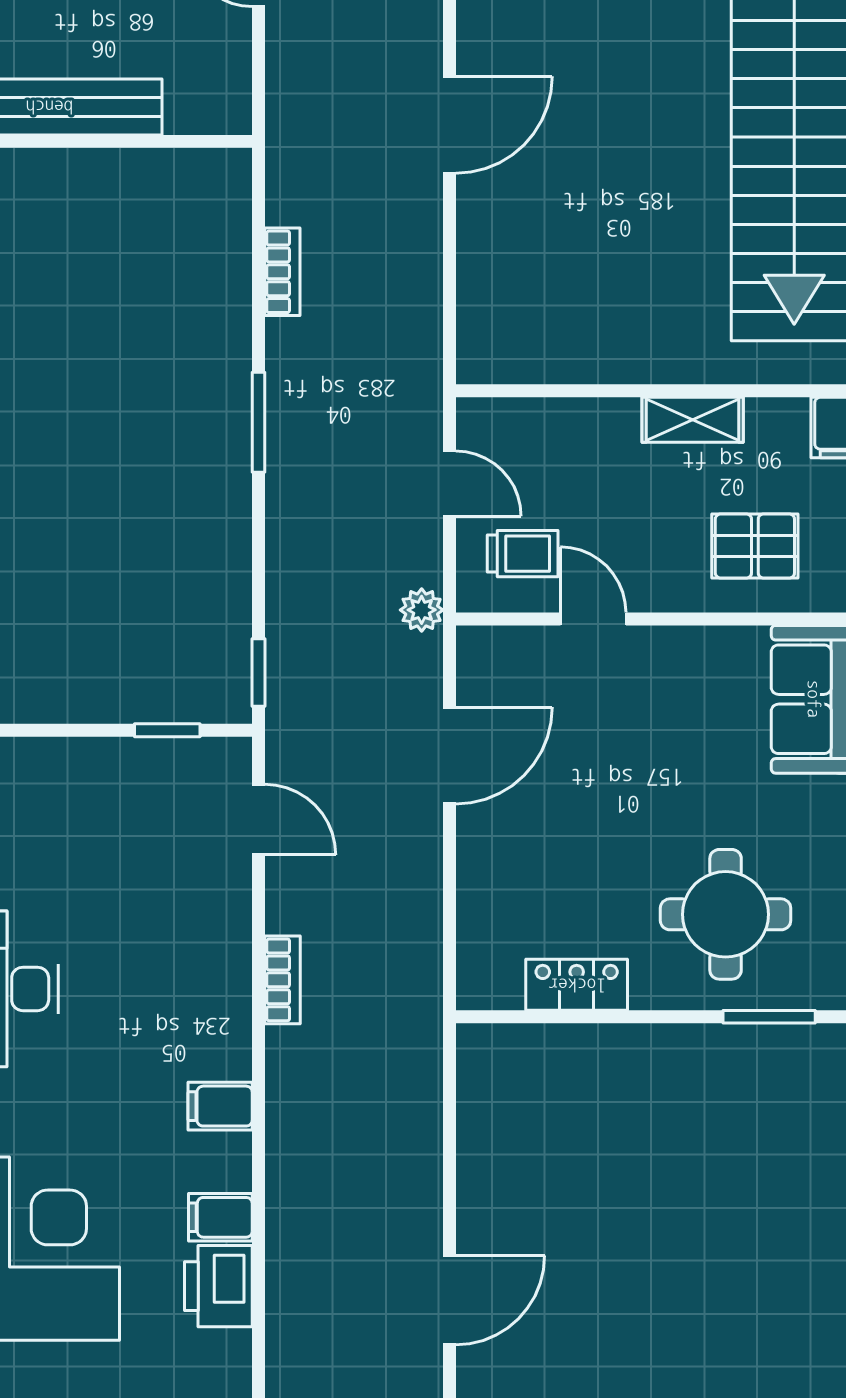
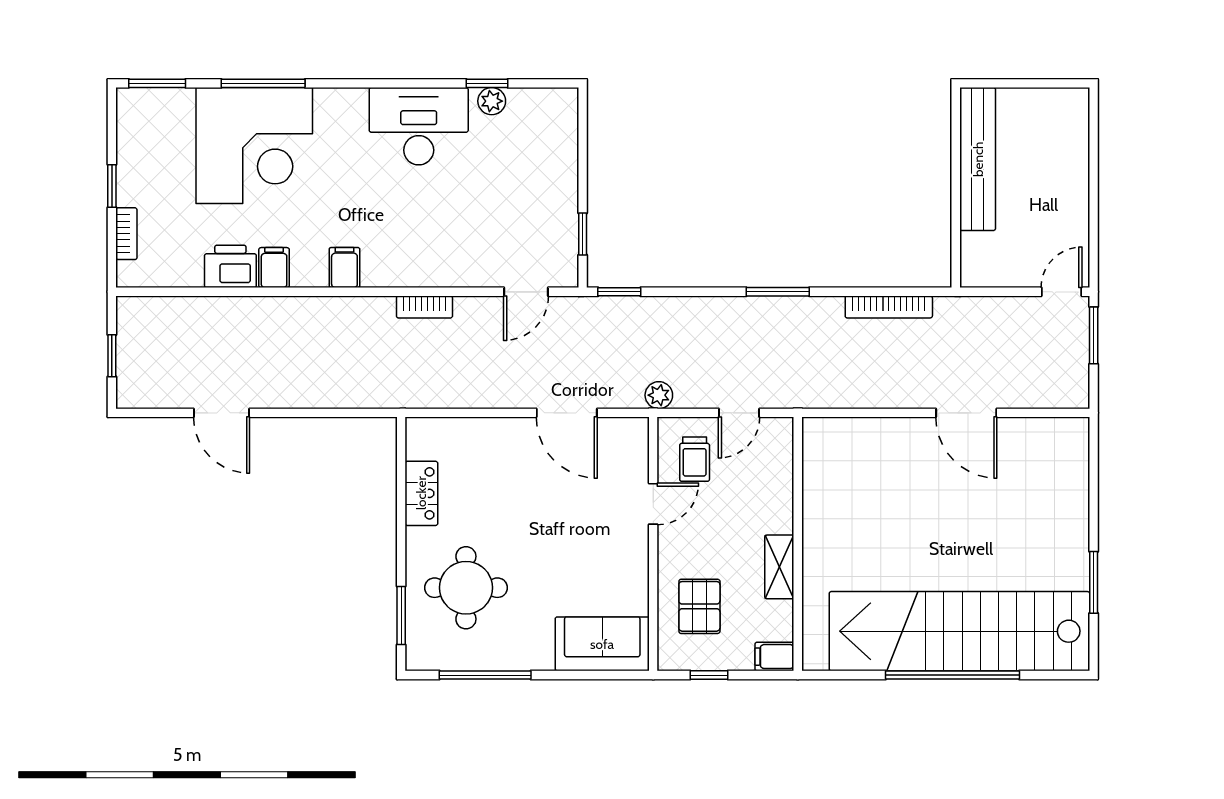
bookcase: (282, 272) -> (889, 307), width x1.56

